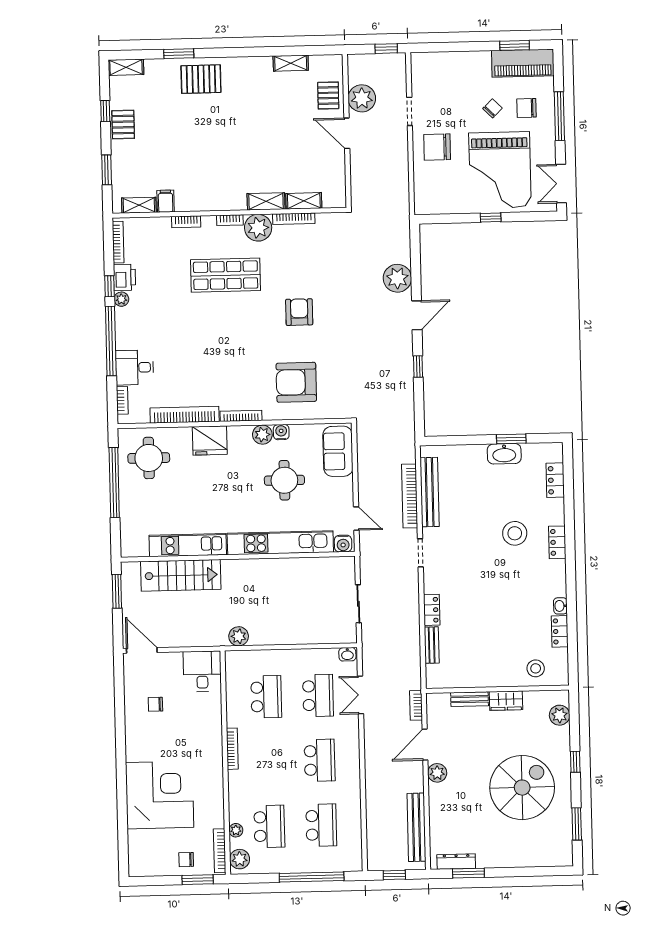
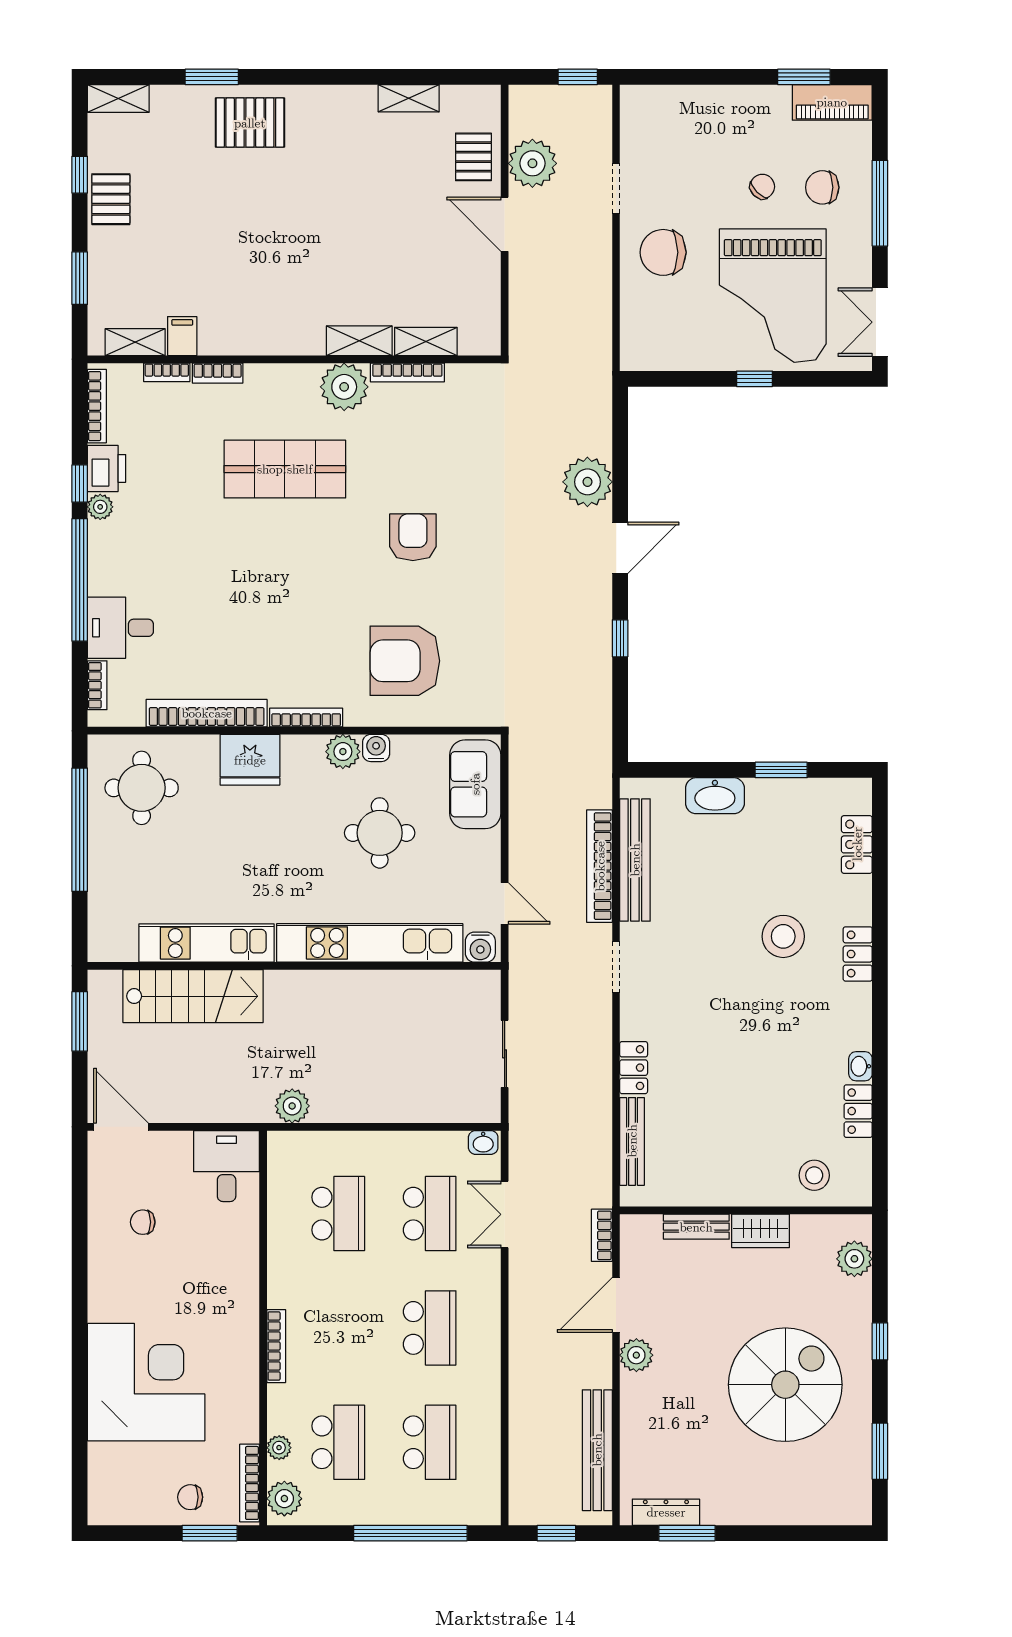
piano: (523, 63) -> (832, 102), width x0.73, depth x0.75
bookcase: (230, 220) -> (167, 372), moved
washbasin: (504, 454) -> (715, 796), moved
bench: (432, 645) -> (632, 1141), width x1.36
bookcase: (232, 749) -> (276, 1346), moved

